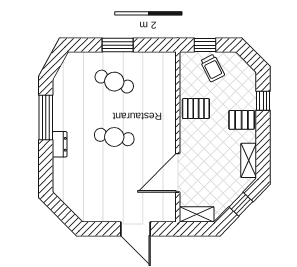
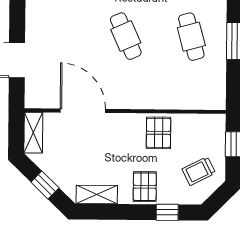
trolley: (212, 68) -> (199, 171), moved
cafe table: (114, 82) -> (191, 37), turned -36
cafe table: (114, 137) -> (126, 36), turned -33

